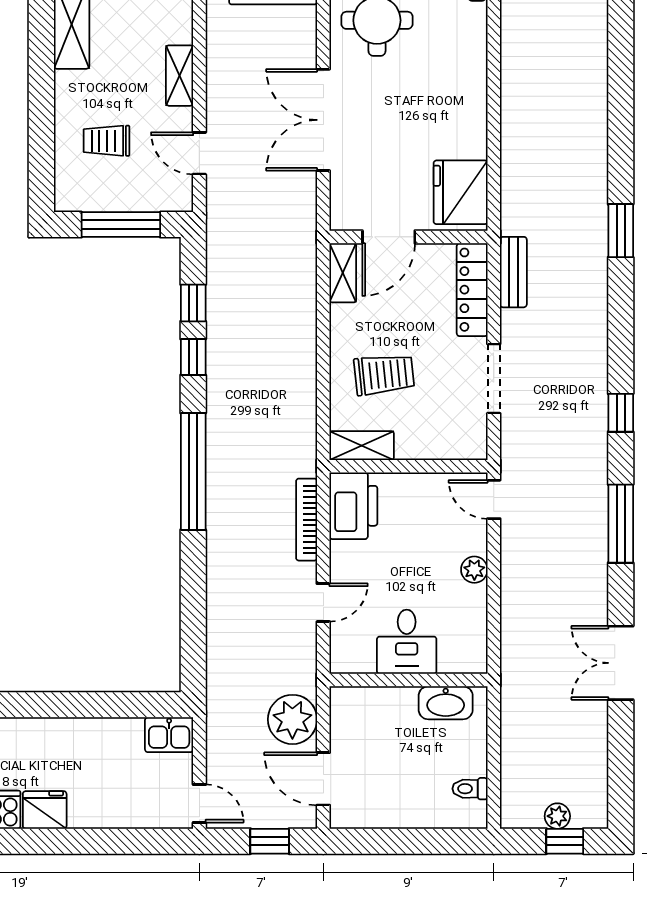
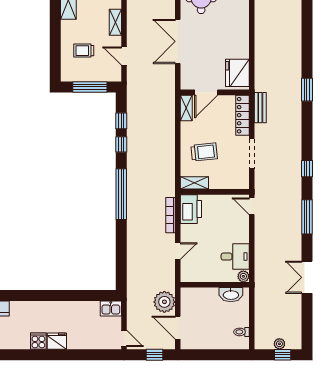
plant: (474, 570) -> (243, 276), moved
desk: (407, 642) -> (235, 257), moved, turned -90

